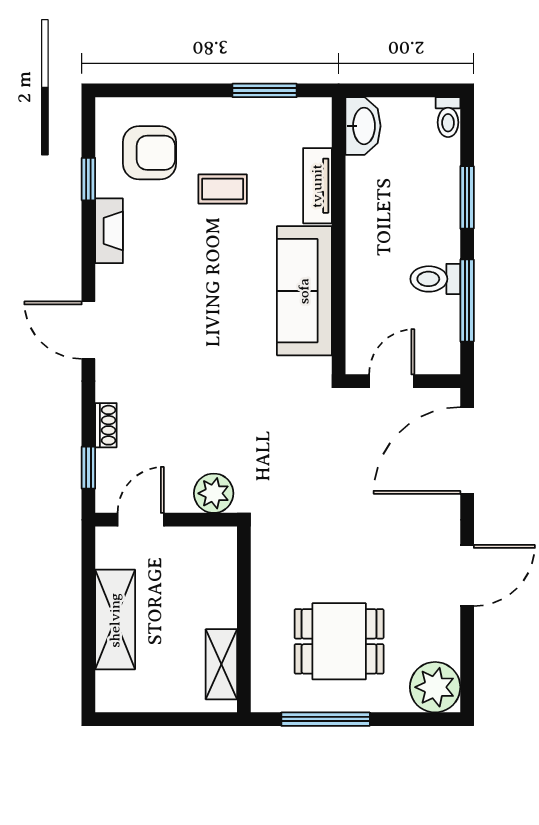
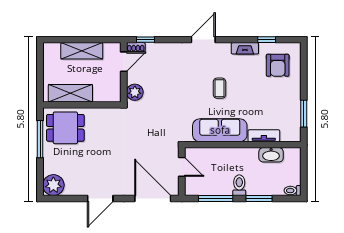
washbasin: (363, 126) -> (271, 155), moved
coffee table: (223, 189) -> (219, 88), moved
toilet: (435, 279) -> (239, 185), moved
shoe rack: (106, 425) -> (136, 47), moved
door: (141, 520) -> (124, 62), hinge flipped
door: (467, 575) -> (100, 198), hinge flipped
dining table: (339, 641) -> (65, 128), moved, turned 90
shelving: (221, 664) -> (70, 93), width x1.50, depth x1.33

